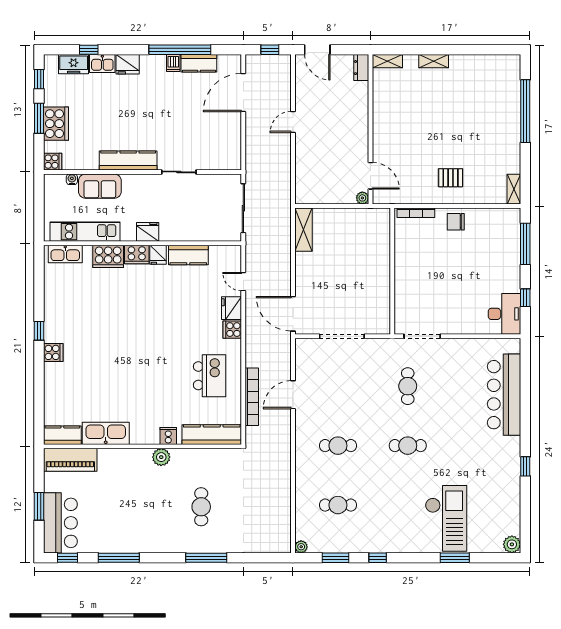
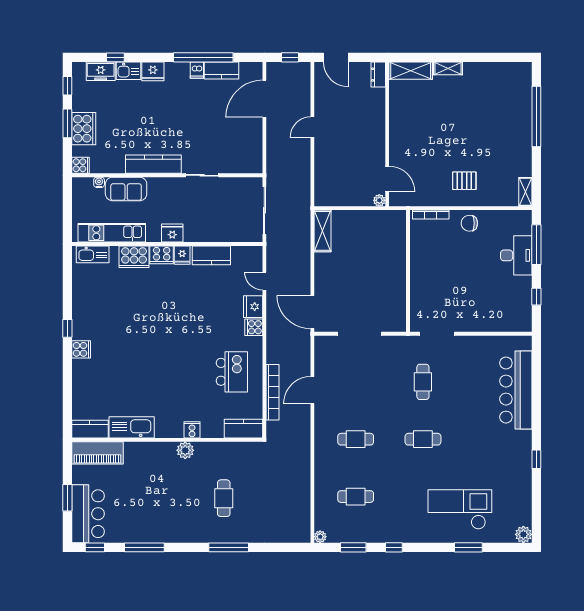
shelving: (387, 61) -> (411, 71), width x1.50, depth x1.33
desk: (504, 314) -> (516, 255), moved
kitchen counter: (212, 435) -> (244, 429), width x0.67
checkout: (446, 518) -> (460, 509), turned -90

